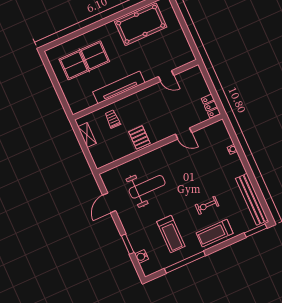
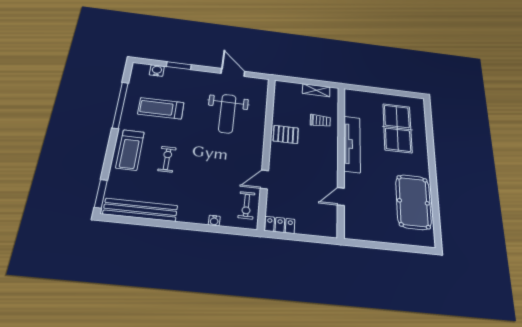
exercise bike: (210, 135) -> (246, 205), added
treadmill: (215, 233) -> (130, 150), turned 180

